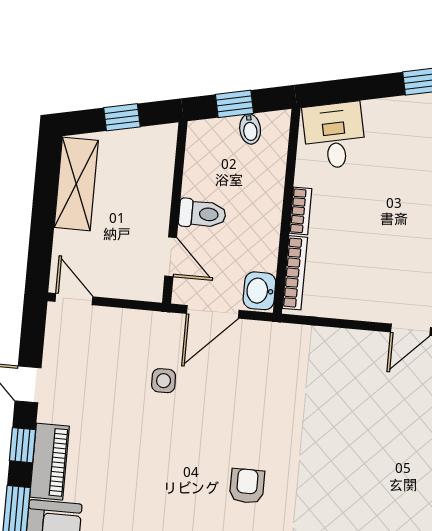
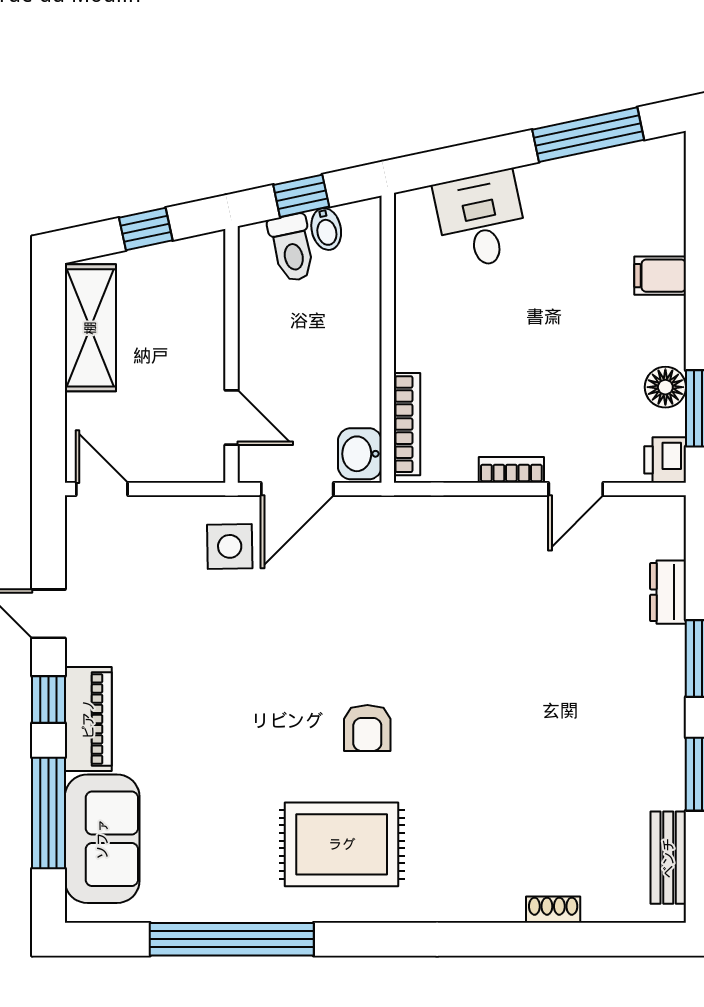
desk: (334, 136) -> (481, 220), moved
bookcase: (300, 211) -> (511, 470), moved, turned -90
toilet: (202, 214) -> (292, 248), moved, turned 78
side table: (164, 381) -> (230, 546), moved, width x1.37, depth x1.37
armchair: (247, 486) -> (367, 728), turned 180

